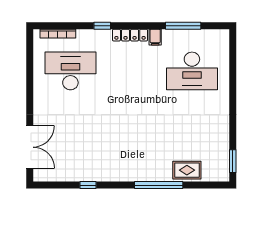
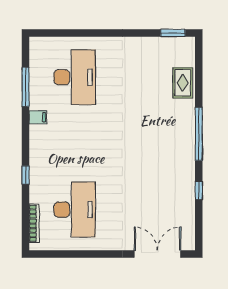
locker: (130, 35) -> (36, 145), removed
desk: (70, 71) -> (75, 210), turned 180
window: (159, 185) -> (199, 134), moved

